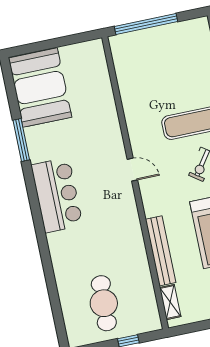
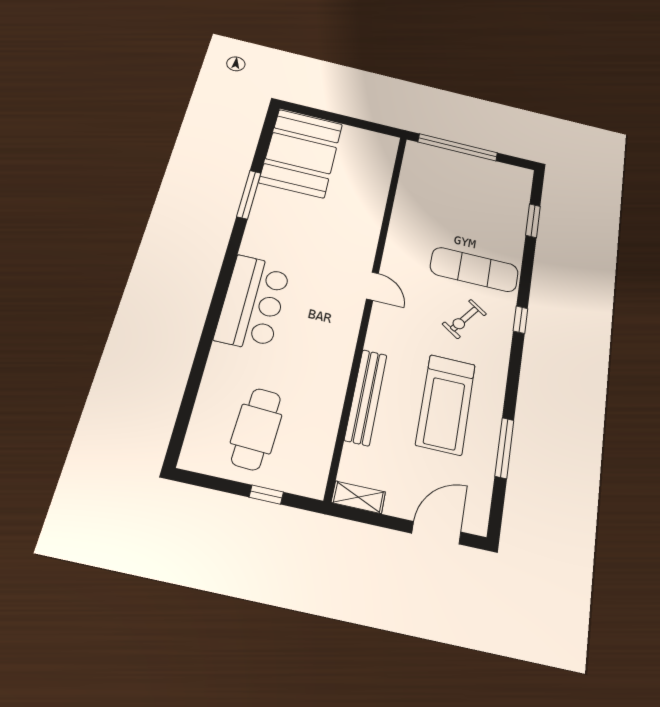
bar counter: (57, 195) -> (253, 303), moved
shelving: (170, 302) -> (358, 497), moved, turned 90

